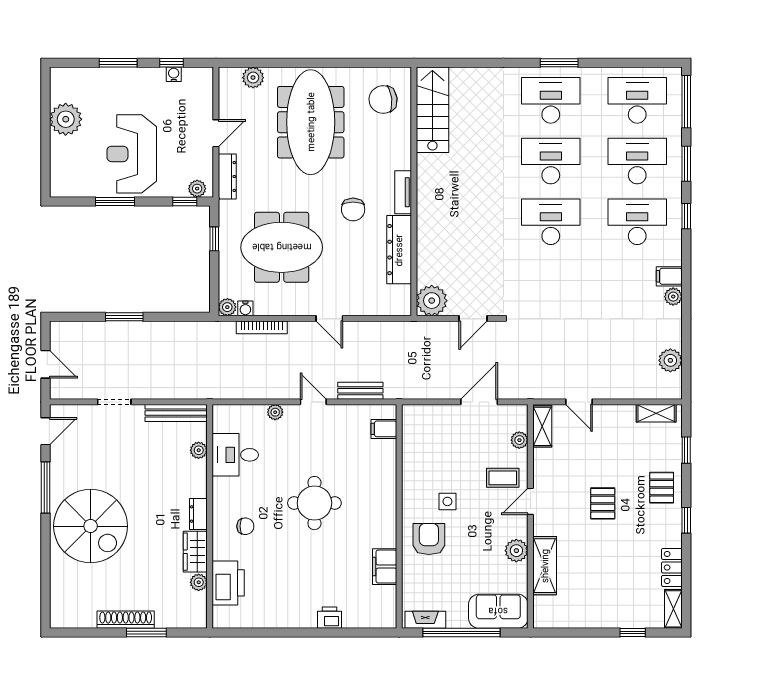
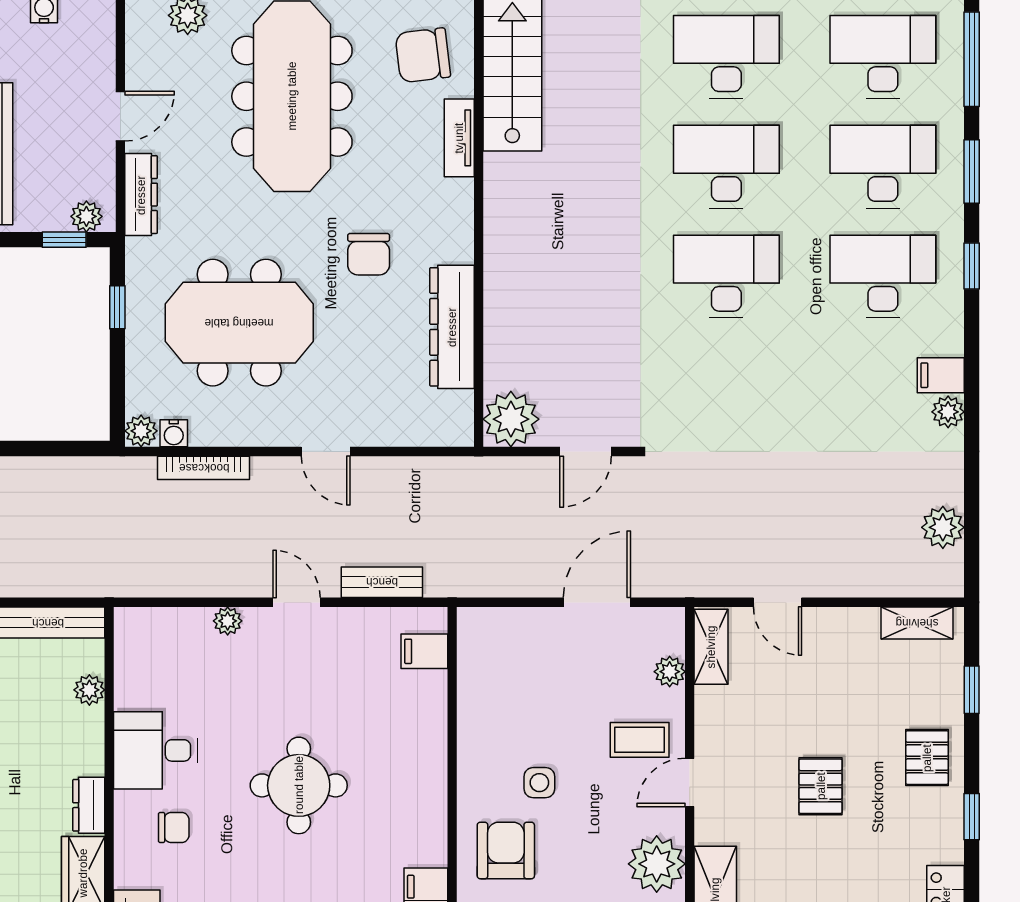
tv unit: (403, 192) -> (459, 138), moved
desk: (235, 455) -> (155, 750), moved
plant: (516, 551) -> (657, 864), width x1.36, depth x1.36

